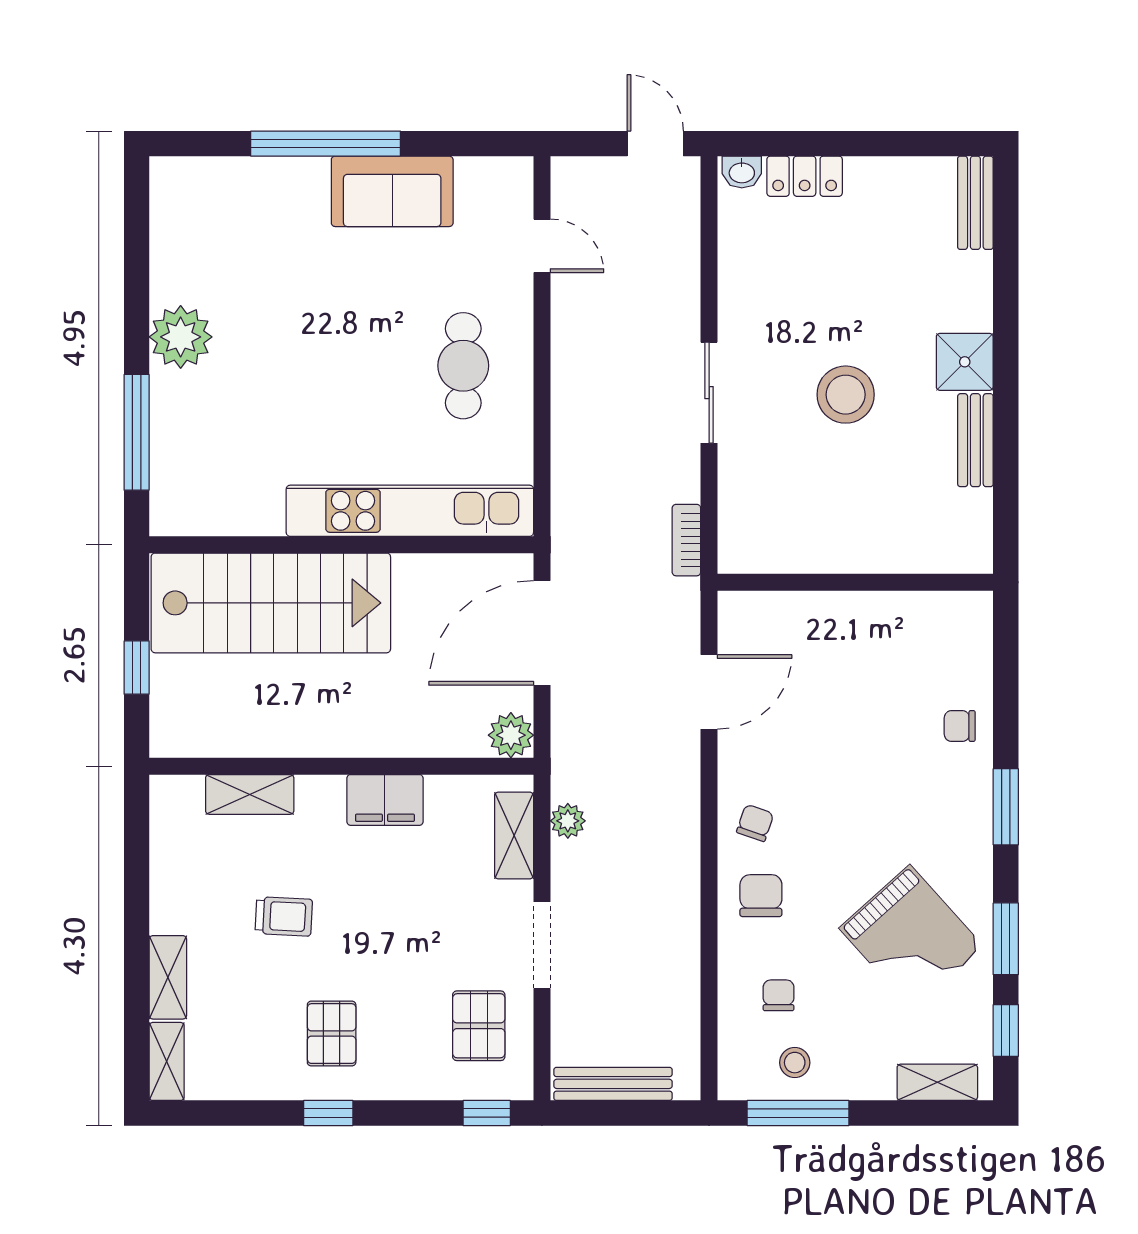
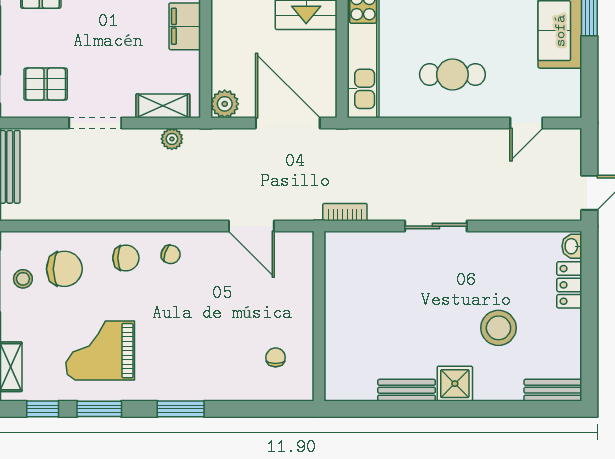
stool: (846, 395) -> (498, 328), moved
chair: (960, 726) -> (276, 357), moved
grand piano: (911, 937) -> (100, 351), turned 42
chair: (779, 995) -> (64, 269), width x1.87, depth x1.87

